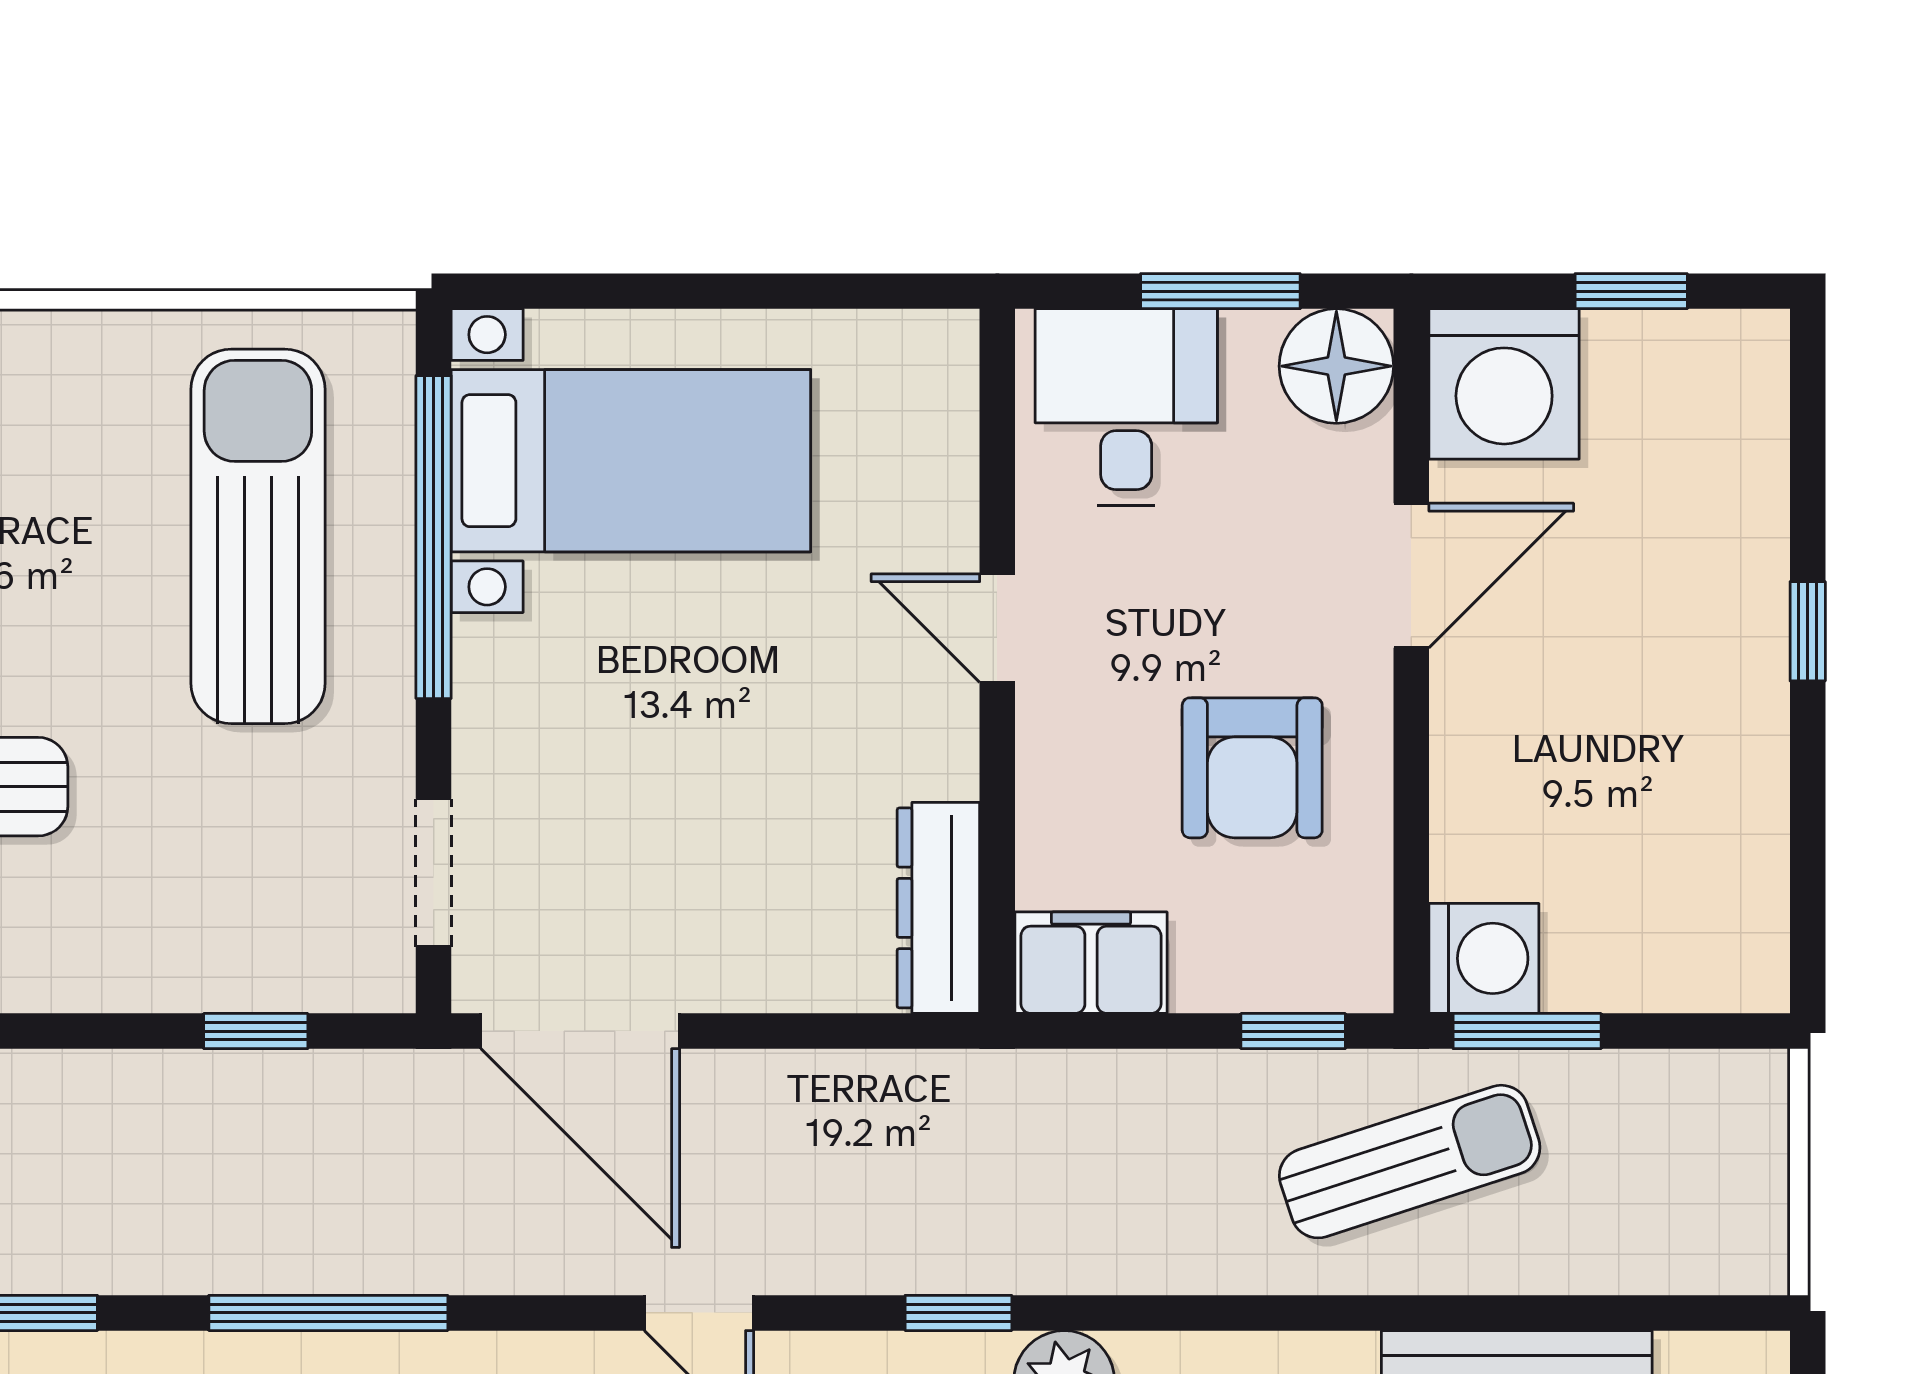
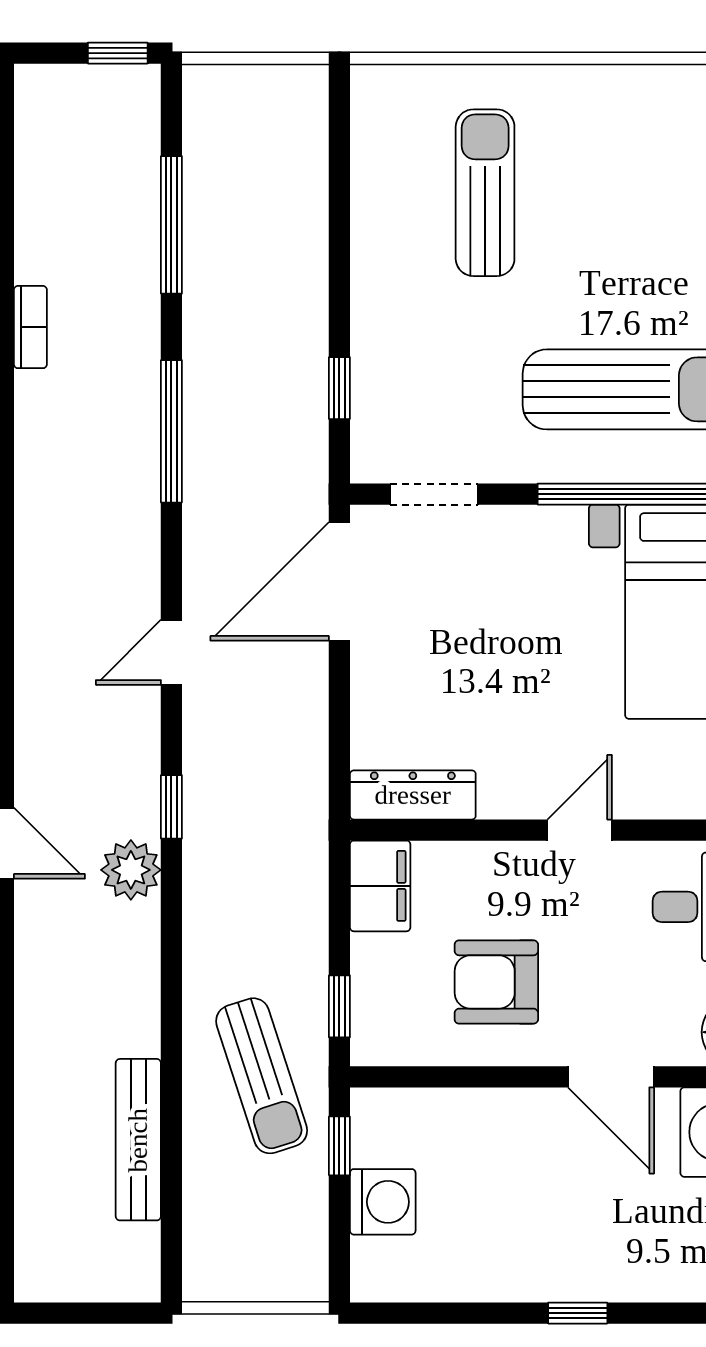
washing machine: (1484, 958) -> (383, 1202), moved, turned -90
window: (1527, 1031) -> (339, 1146), width x0.67

